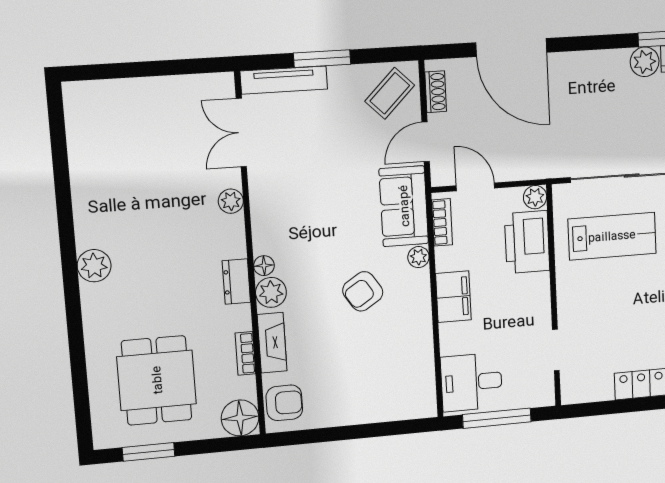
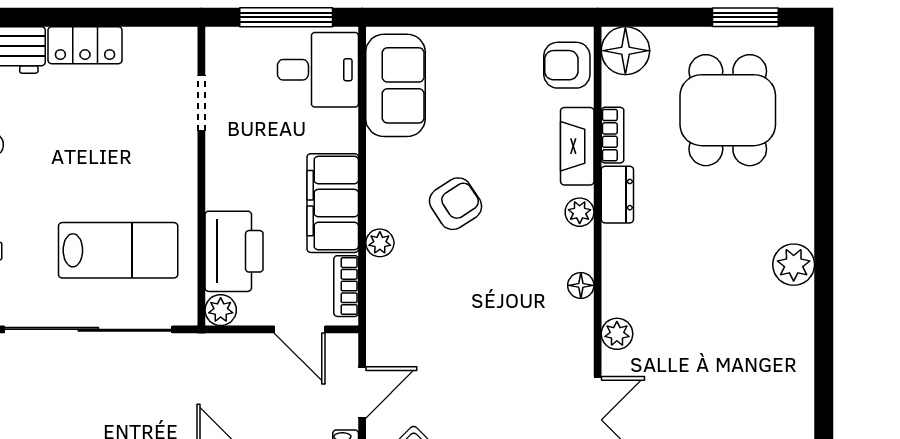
sofa: (404, 206) -> (395, 85), moved
lab bench: (612, 236) -> (118, 250), turned 180
floor lamp: (264, 266) -> (581, 285), moved
dresser: (236, 282) -> (617, 195), moved
plant: (271, 292) -> (580, 212), width x0.73, depth x0.73
filing cabinet: (453, 297) -> (333, 203), width x1.50, depth x1.17

